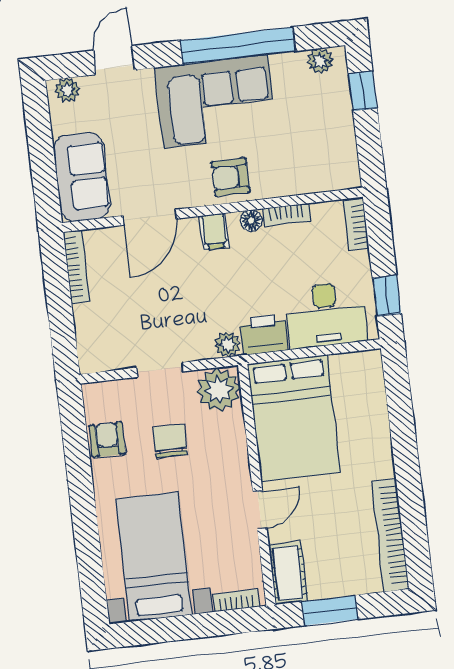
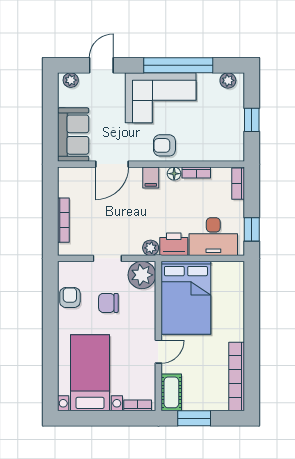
window: (363, 91) -> (252, 120), moved
bookcase: (76, 267) -> (63, 220), moved
chair: (170, 441) -> (108, 303), turned -90

